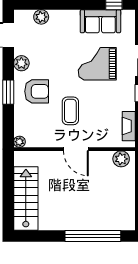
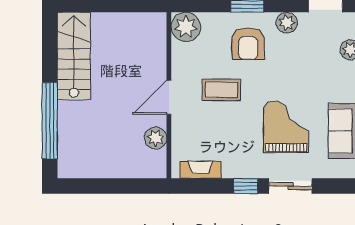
plant: (19, 142) -> (186, 27), width x1.88, depth x1.88
plant: (121, 159) -> (156, 138), moved
stairs: (26, 199) -> (74, 56), moved, turned -90

